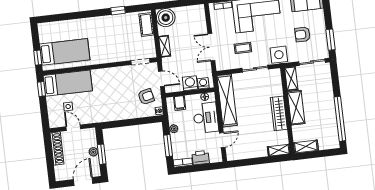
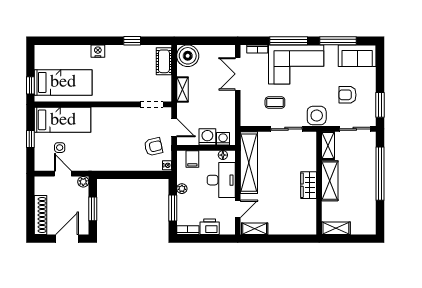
nightstand: (90, 22) -> (98, 51), added
double door: (211, 47) -> (238, 74), moved
window: (41, 89) -> (30, 139), moved
wardrobe: (279, 113) -> (309, 185), width x0.67
window: (340, 119) -> (380, 174), moved
shoe rack: (57, 148) -> (41, 215), moved
shelving: (279, 150) -> (255, 229), moved
plant: (93, 152) -> (83, 182), moved

